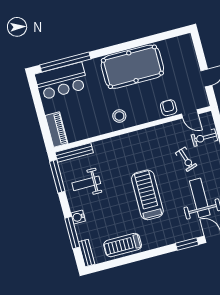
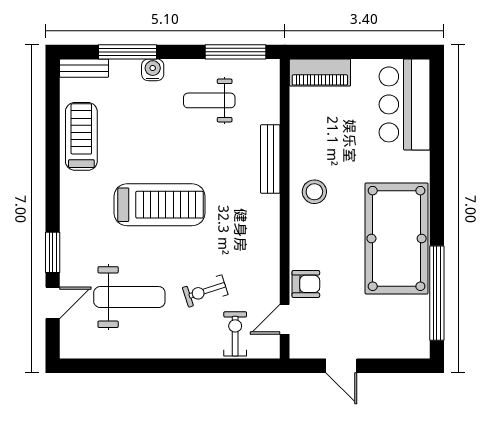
window: (65, 62) -> (437, 293), moved
bench: (74, 152) -> (270, 159), moved
weight bench: (86, 183) -> (209, 100), turned -90

